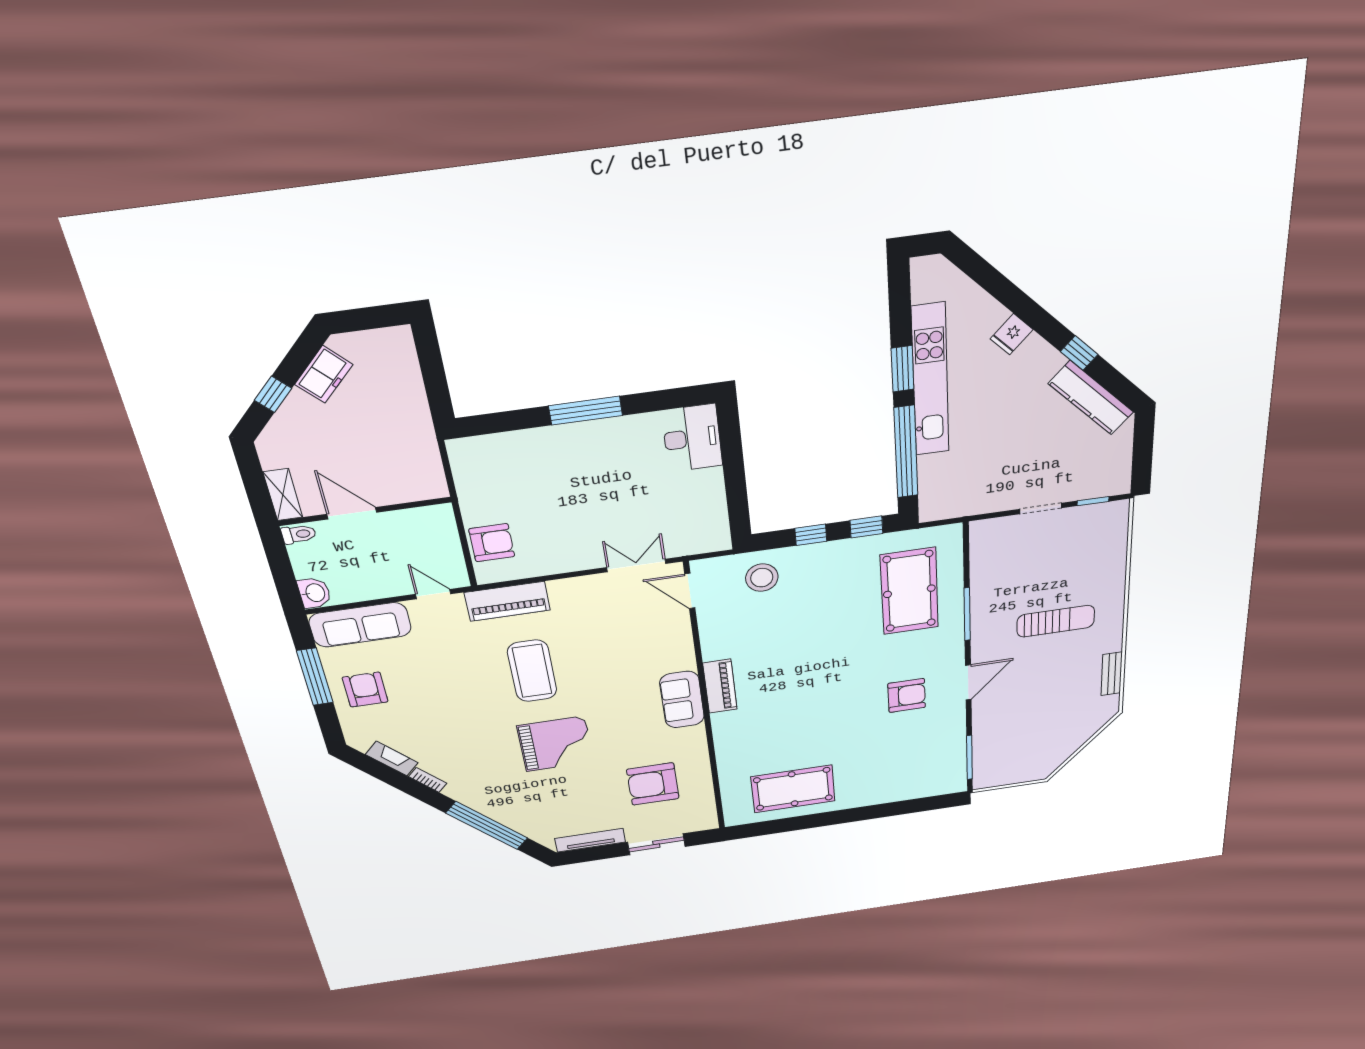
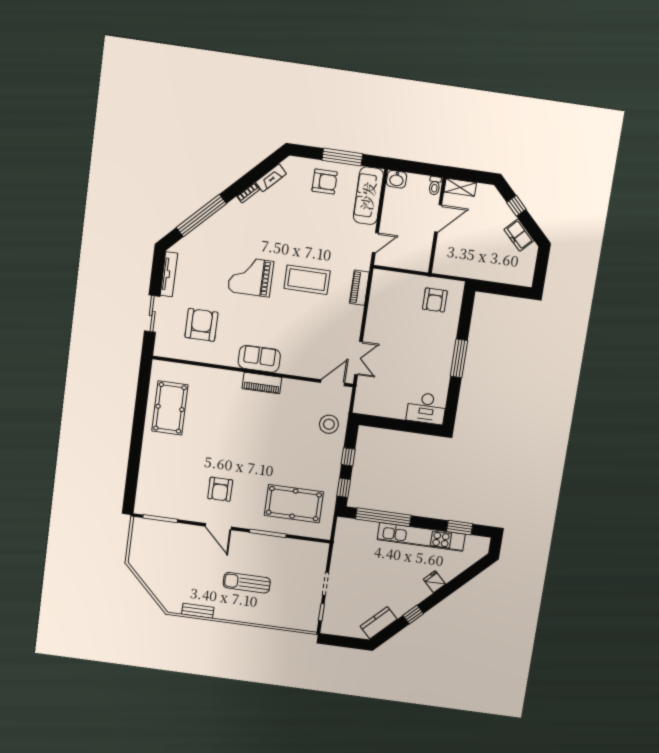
window: (903, 369) -> (460, 528), moved
kitchen counter: (1091, 398) -> (379, 623), width x0.67
armchair: (492, 543) -> (435, 300), moved
piano: (507, 601) -> (359, 288), width x0.73, depth x0.75
sun lounger: (1056, 621) -> (247, 583), turned 90
grand piano: (555, 744) -> (251, 276), turned 90

